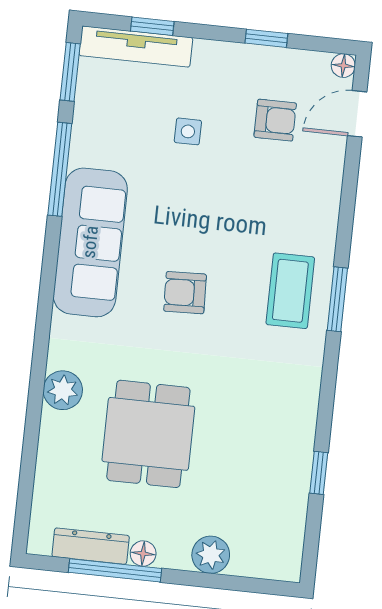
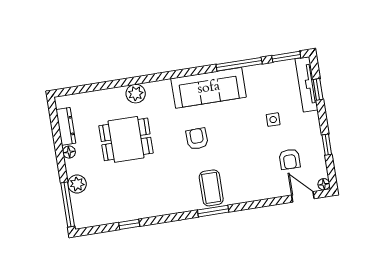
coffee table: (290, 291) -> (211, 188), turned 90
window: (115, 570) -> (68, 205), moved

